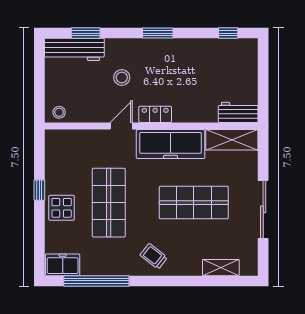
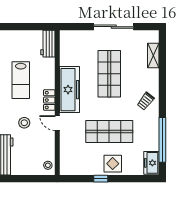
lab bench: (184, 72) -> (21, 80), added
shelving: (232, 140) -> (67, 48), removed

